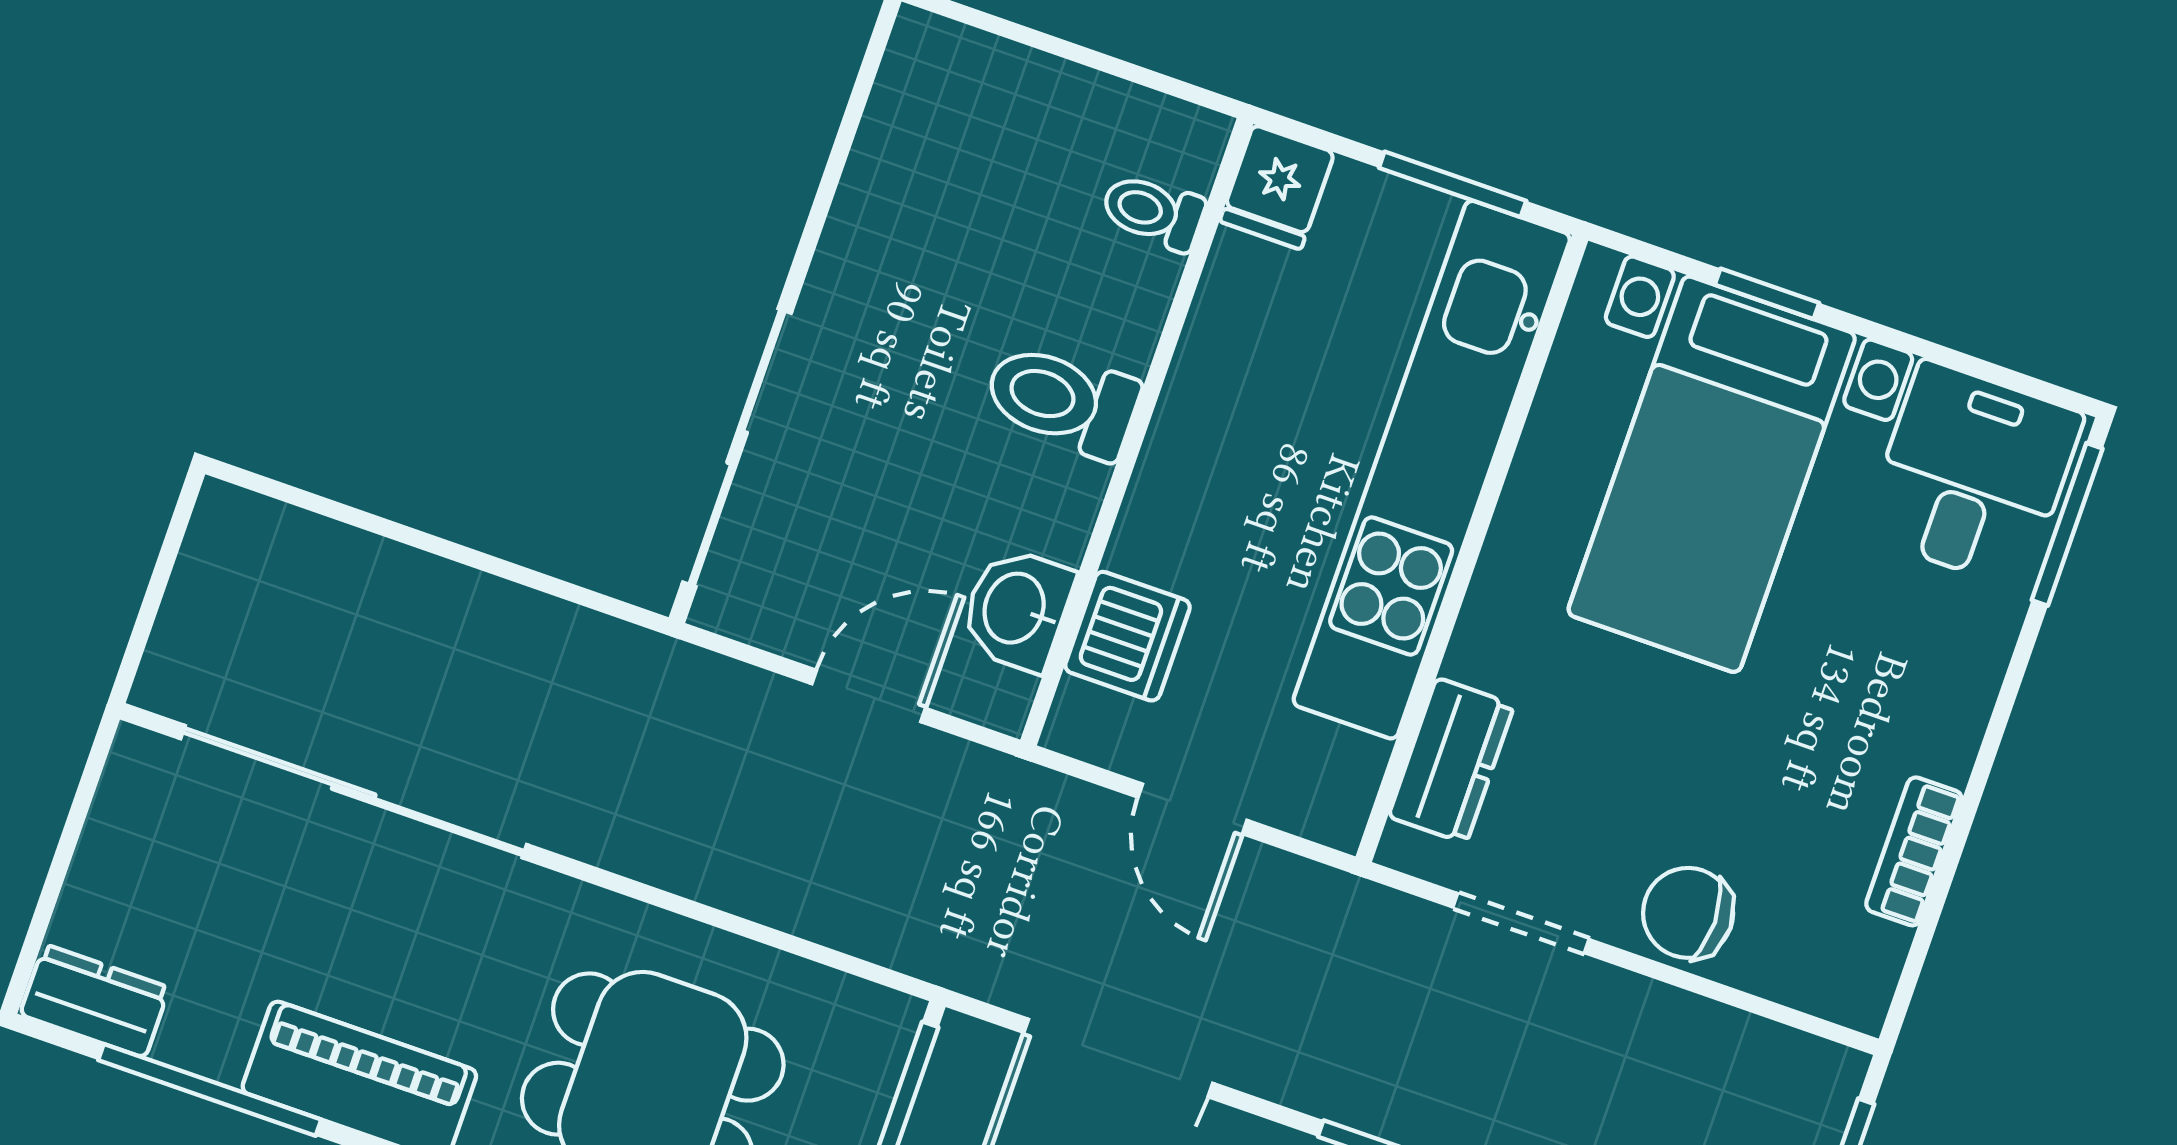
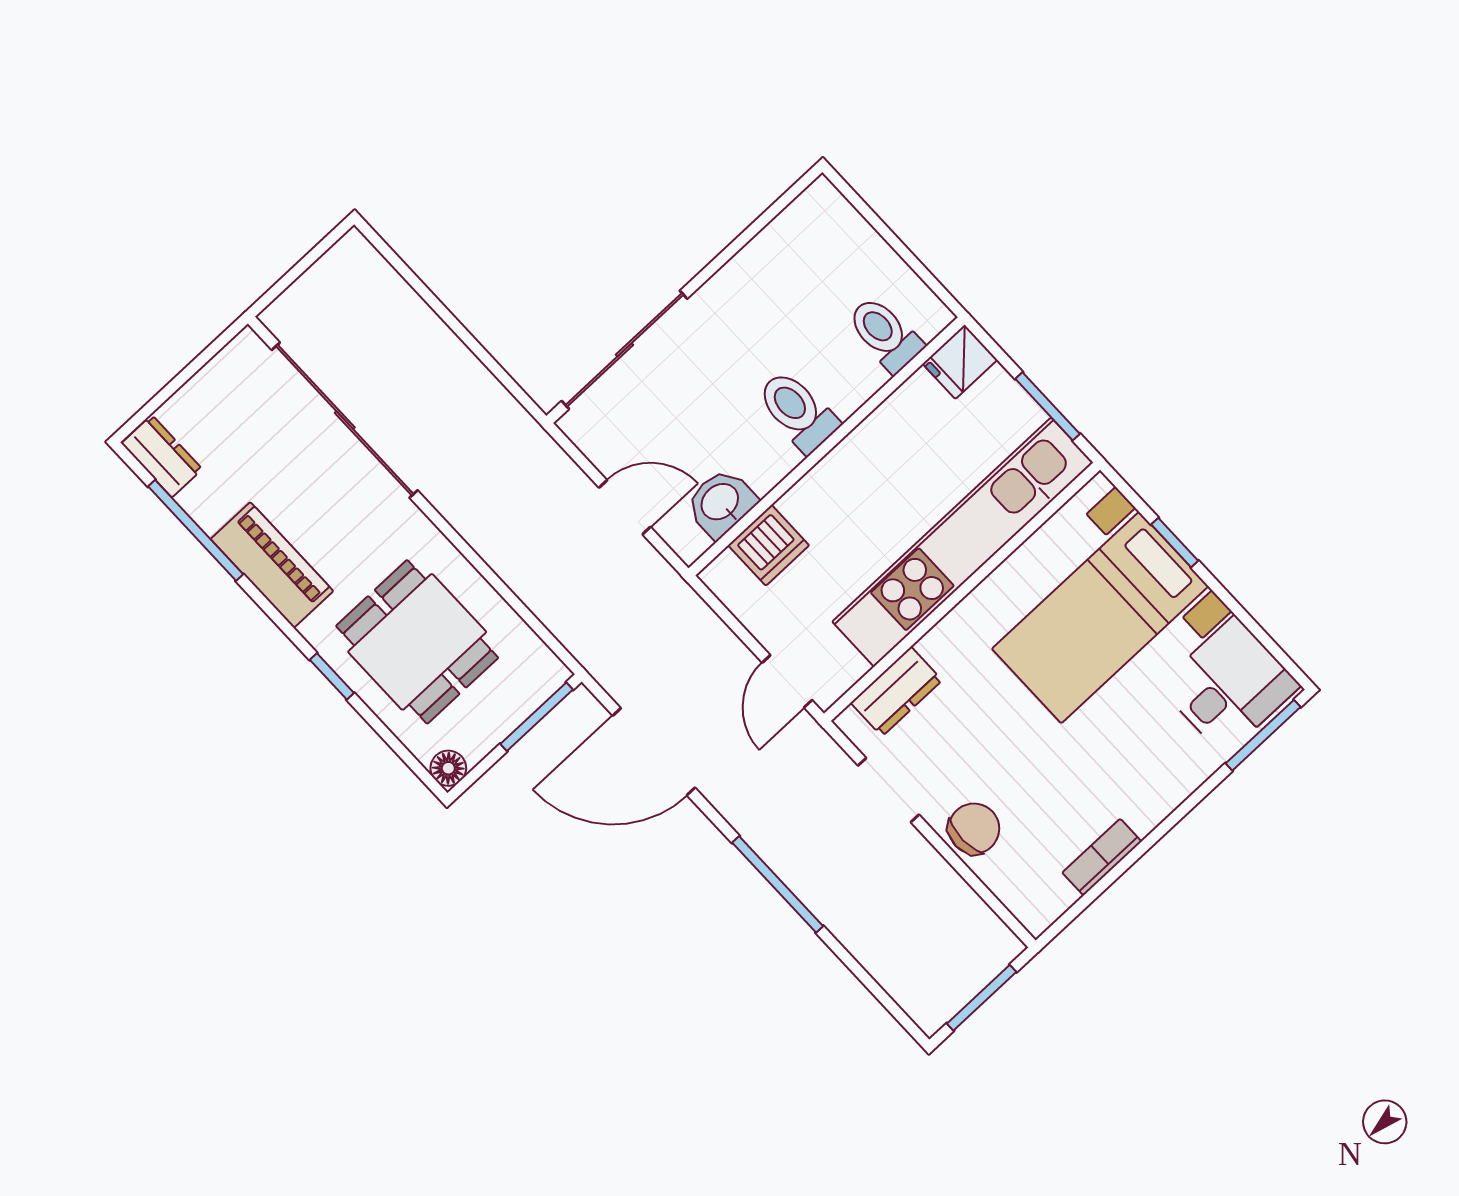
toilet: (1153, 212) -> (885, 334), width x1.37, depth x1.39
door: (1193, 809) -> (787, 681), moved
chair: (1688, 913) -> (974, 829), turned 89

